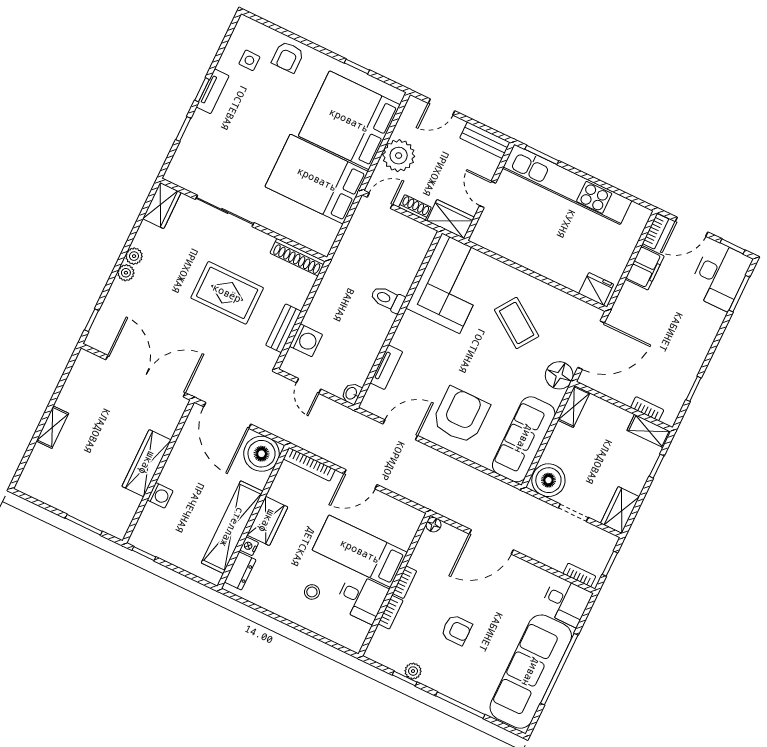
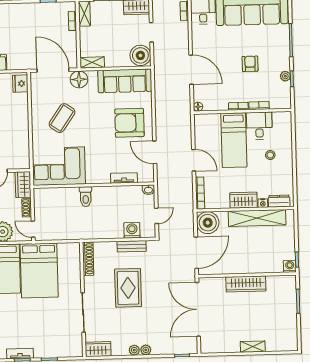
washing machine: (160, 495) -> (290, 266), moved

